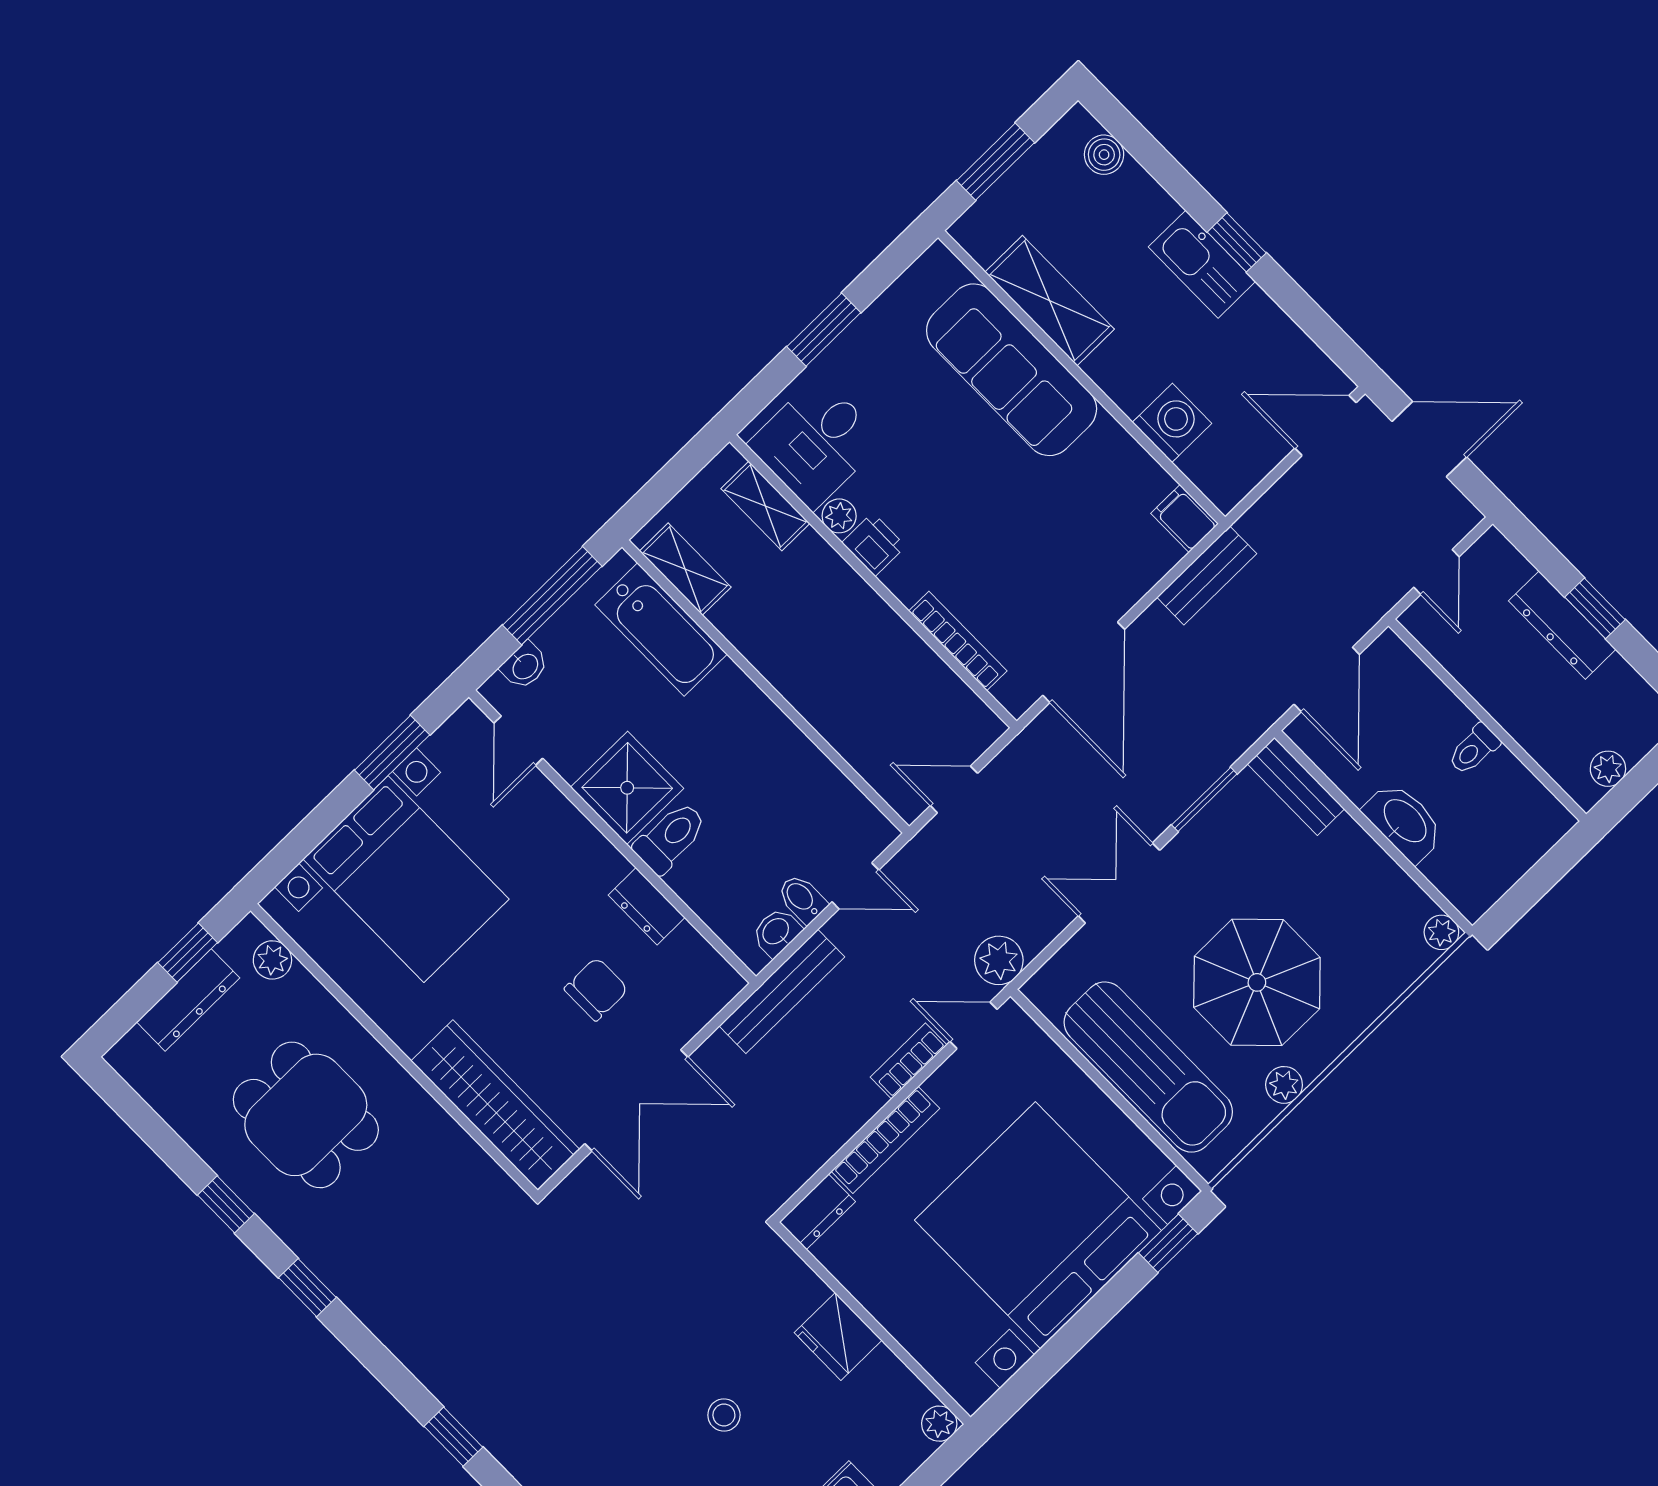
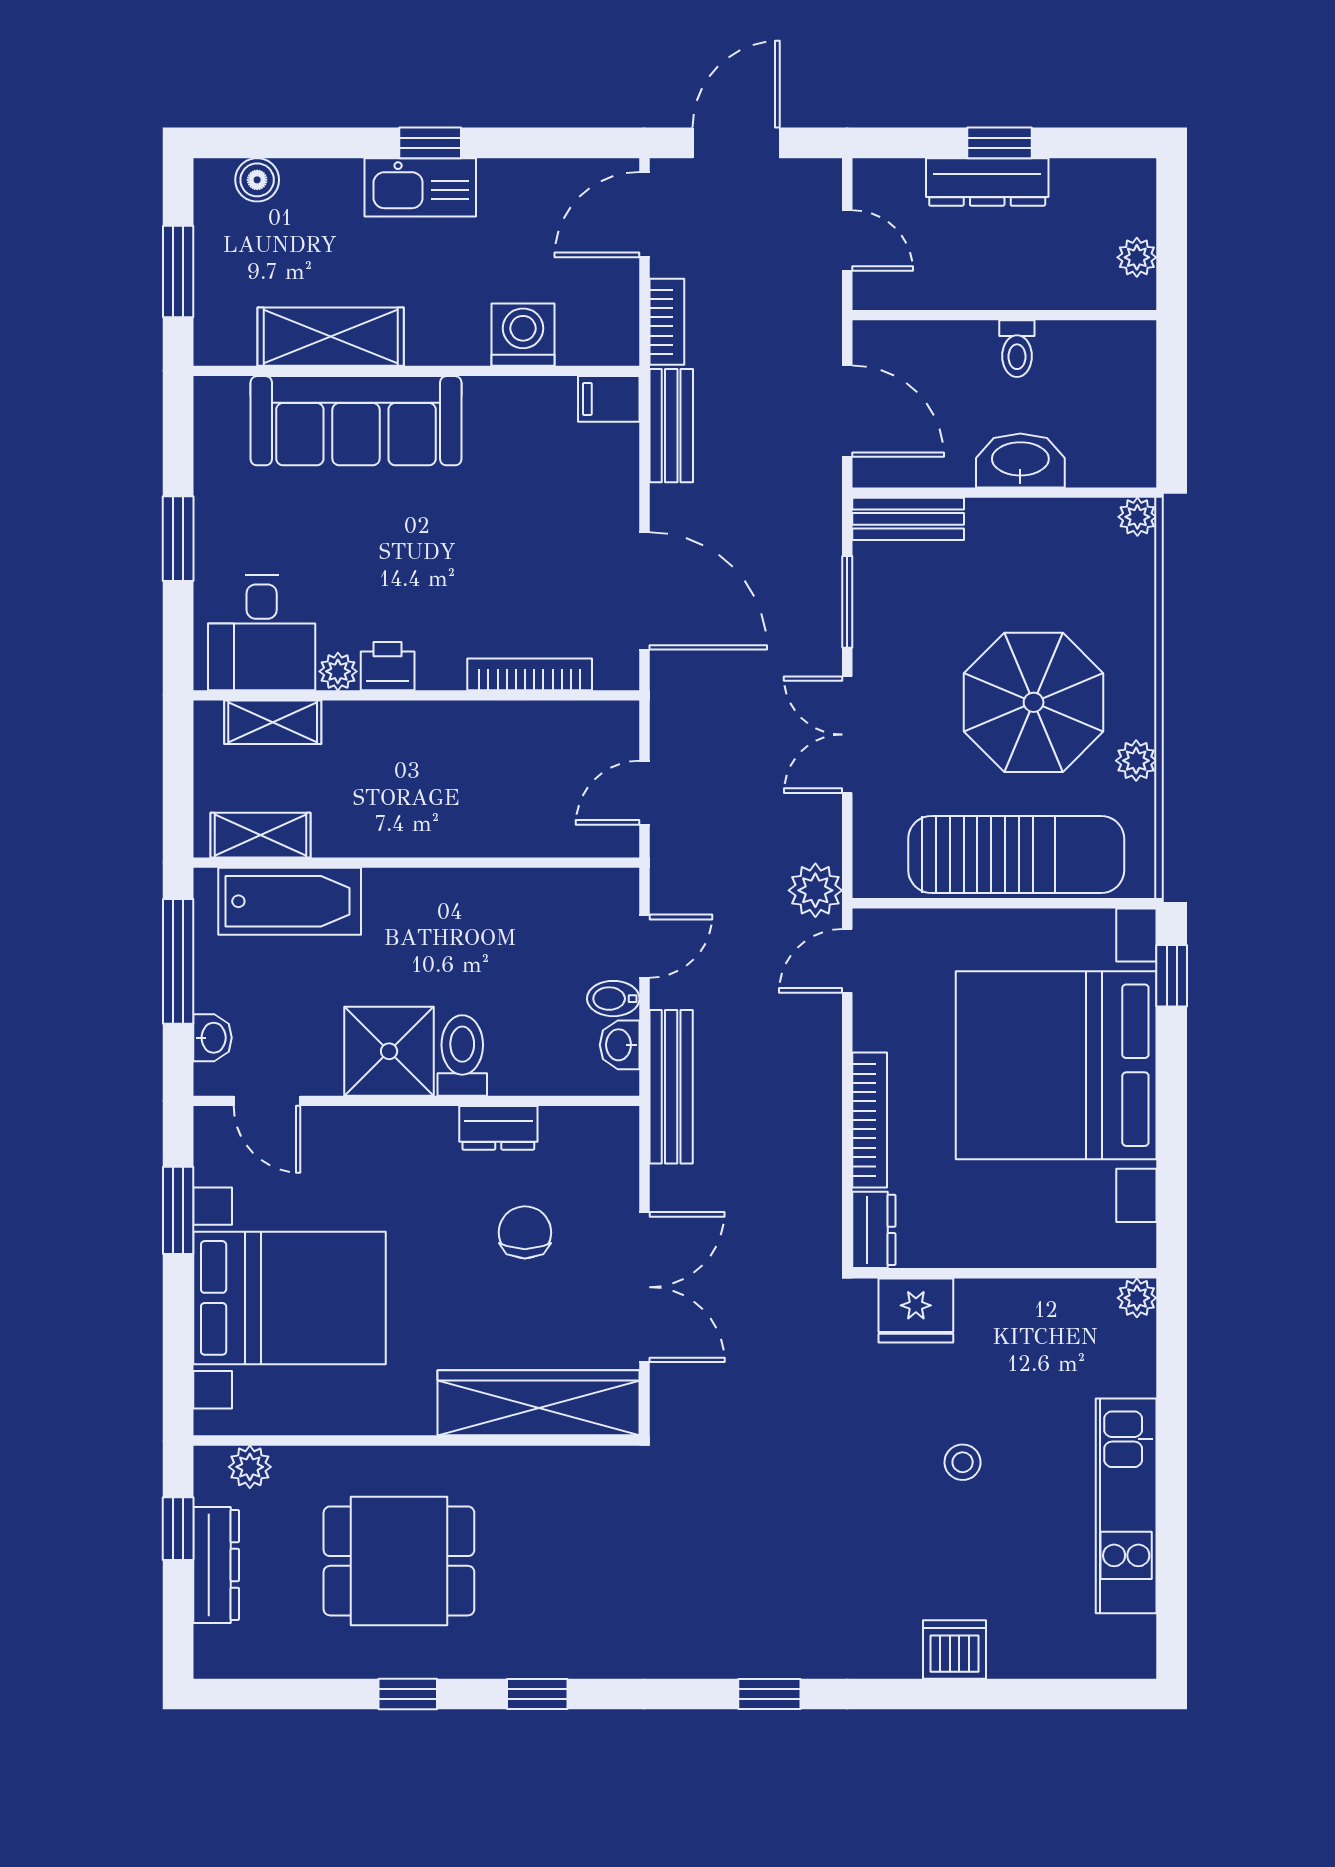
bookcase: (909, 1061) -> (667, 322), moved, turned 180
fridge: (838, 1336) -> (916, 1310), moved

